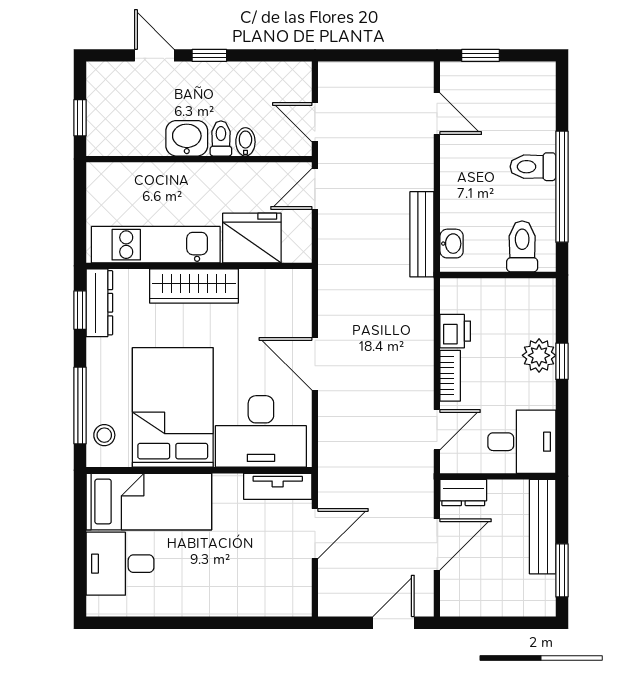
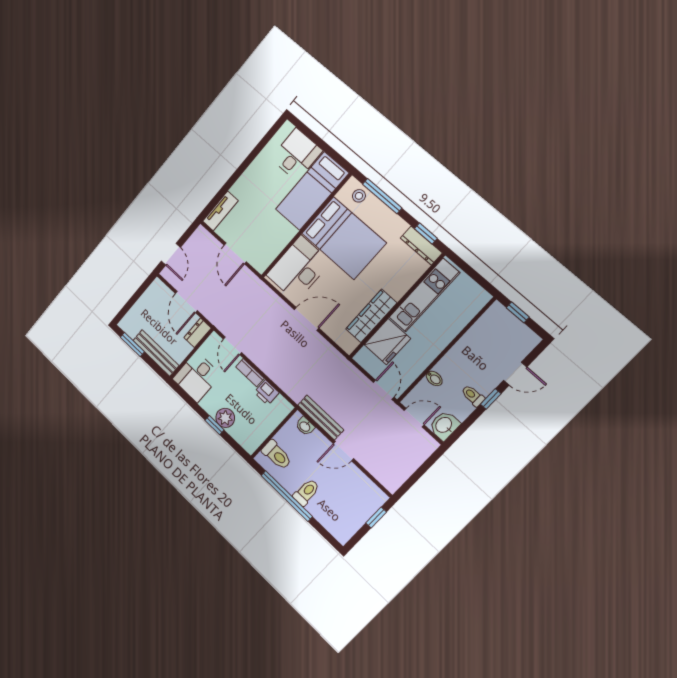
door: (437, 114) -> (343, 451), moved
washbasin: (187, 138) -> (444, 425), moved, turned 180
toilet: (221, 138) -> (473, 396), moved, turned 180
wardrobe: (194, 286) -> (371, 316), moved
tv unit: (278, 486) -> (220, 211), moved, turned 180

